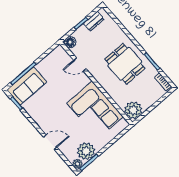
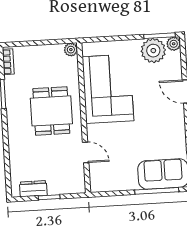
floor lamp: (70, 42) -> (78, 185), removed
dining table: (125, 64) -> (51, 111), moved
plant: (133, 110) -> (71, 50), width x0.53, depth x0.53

